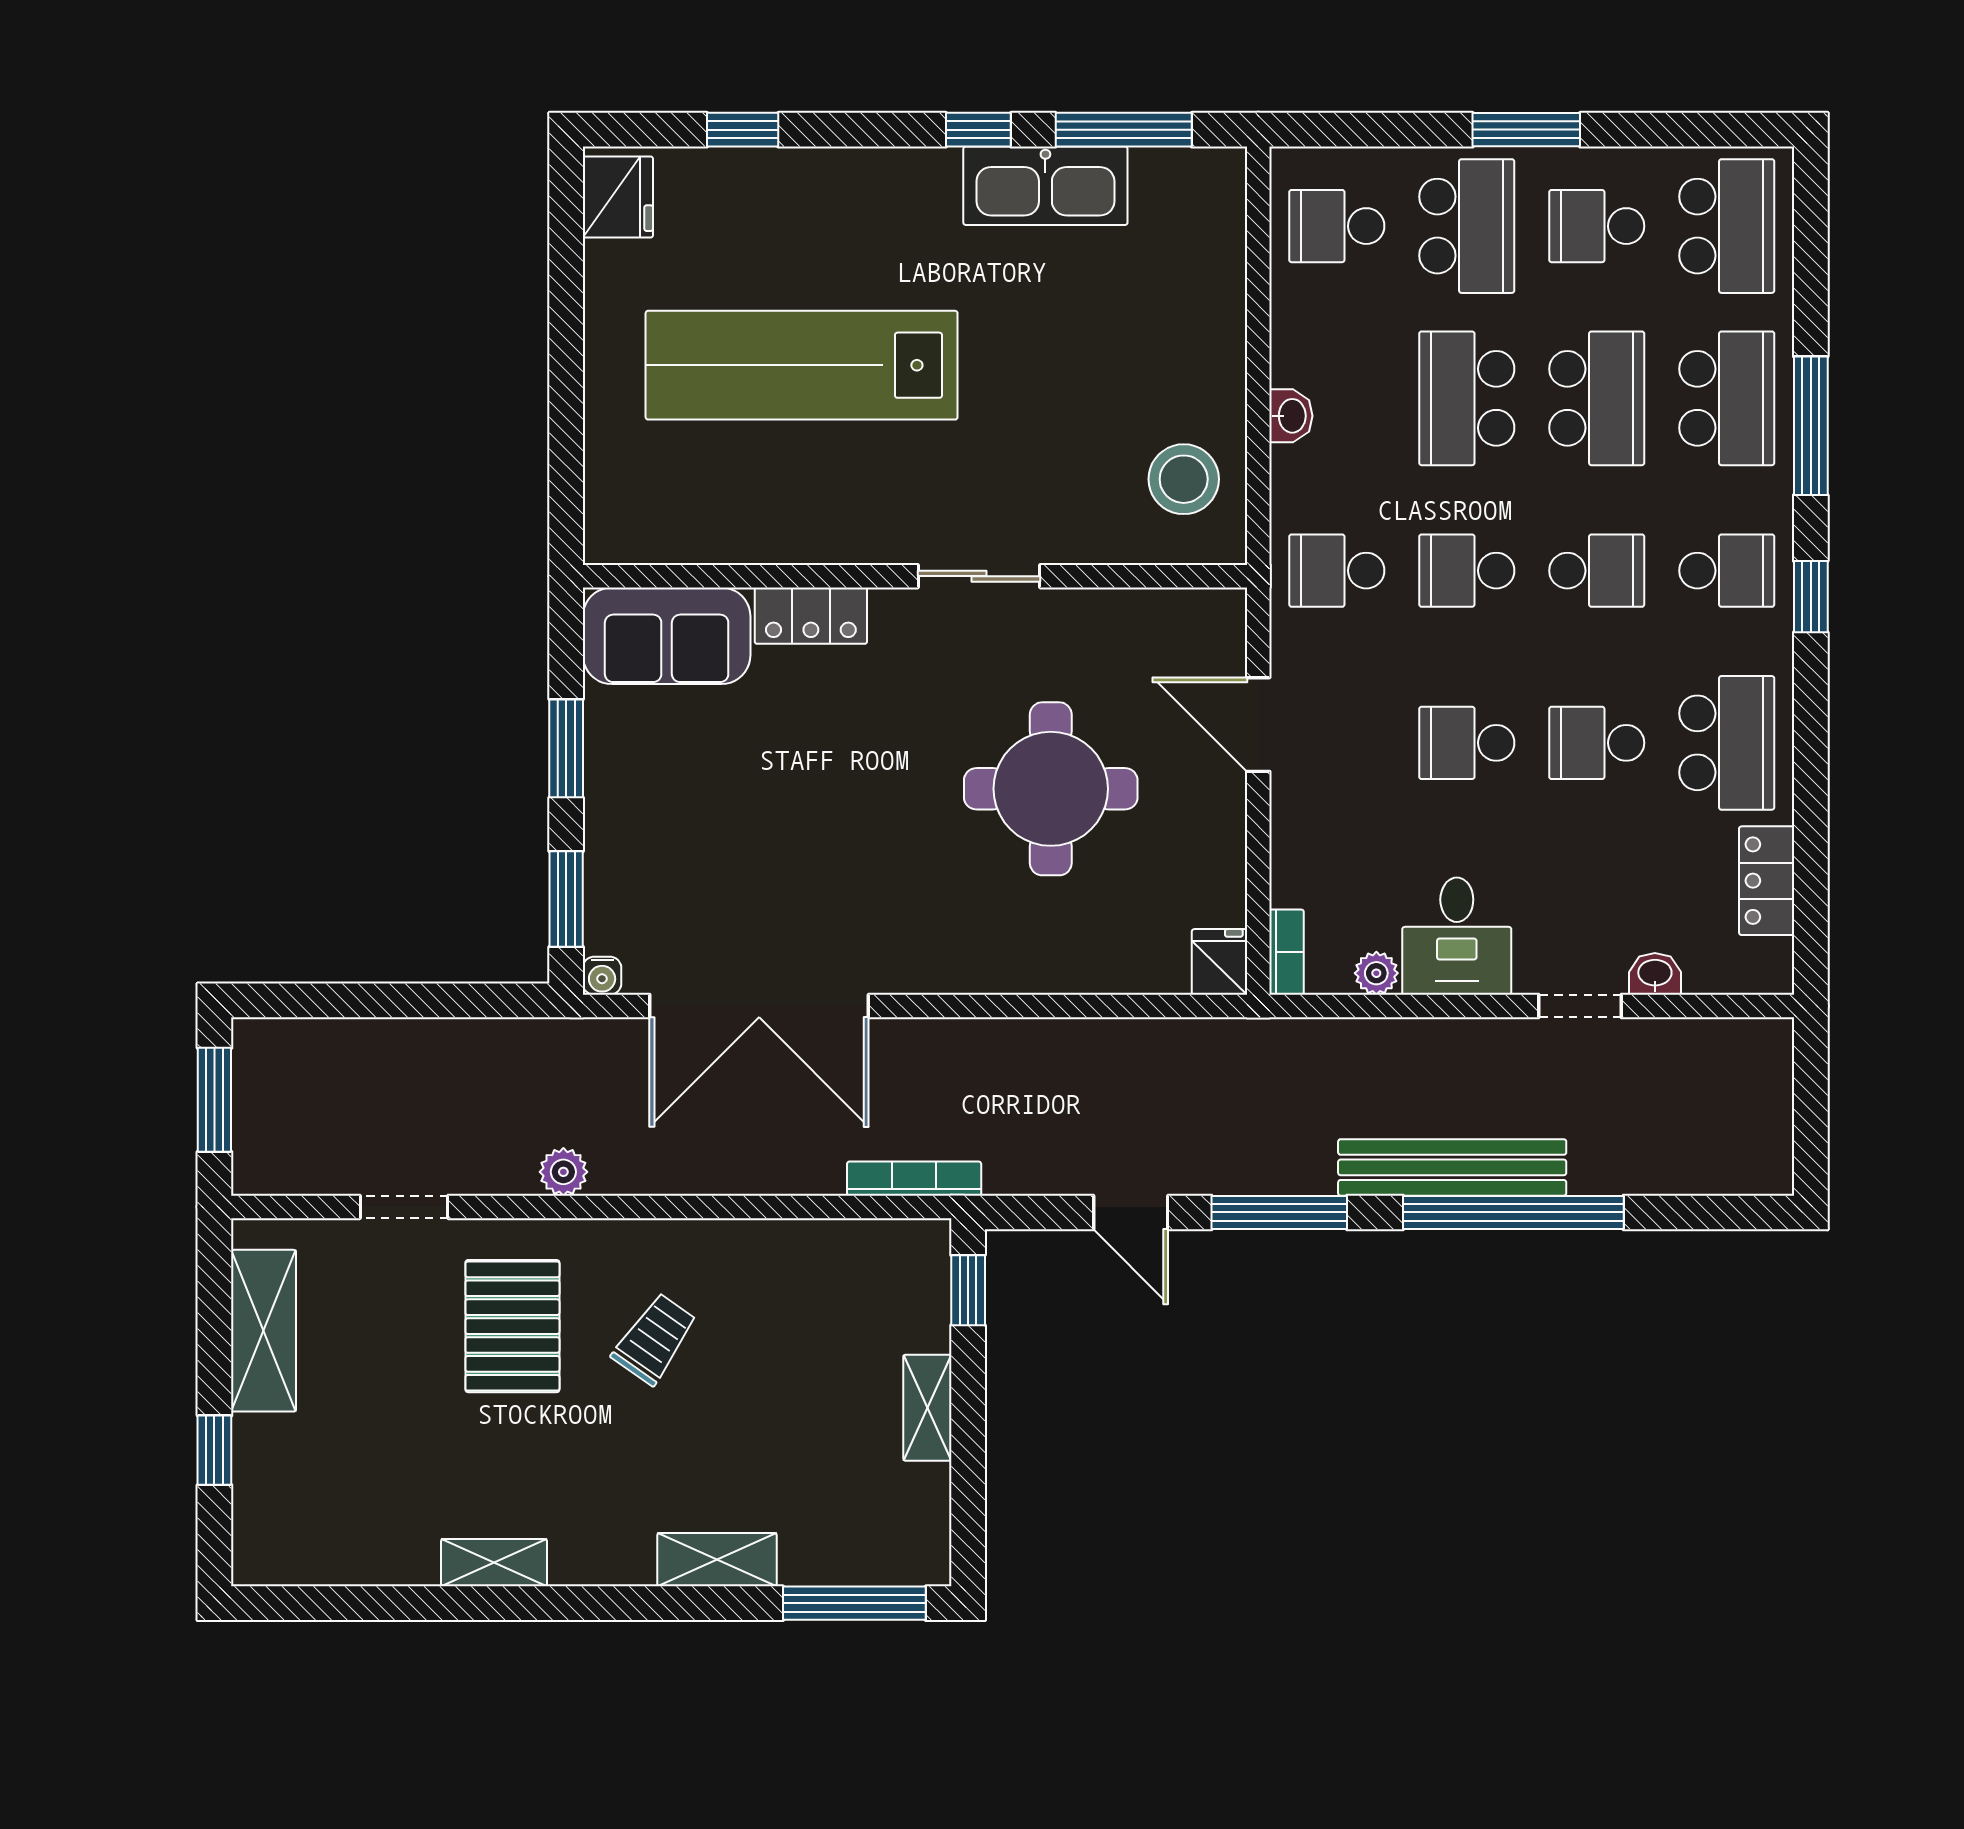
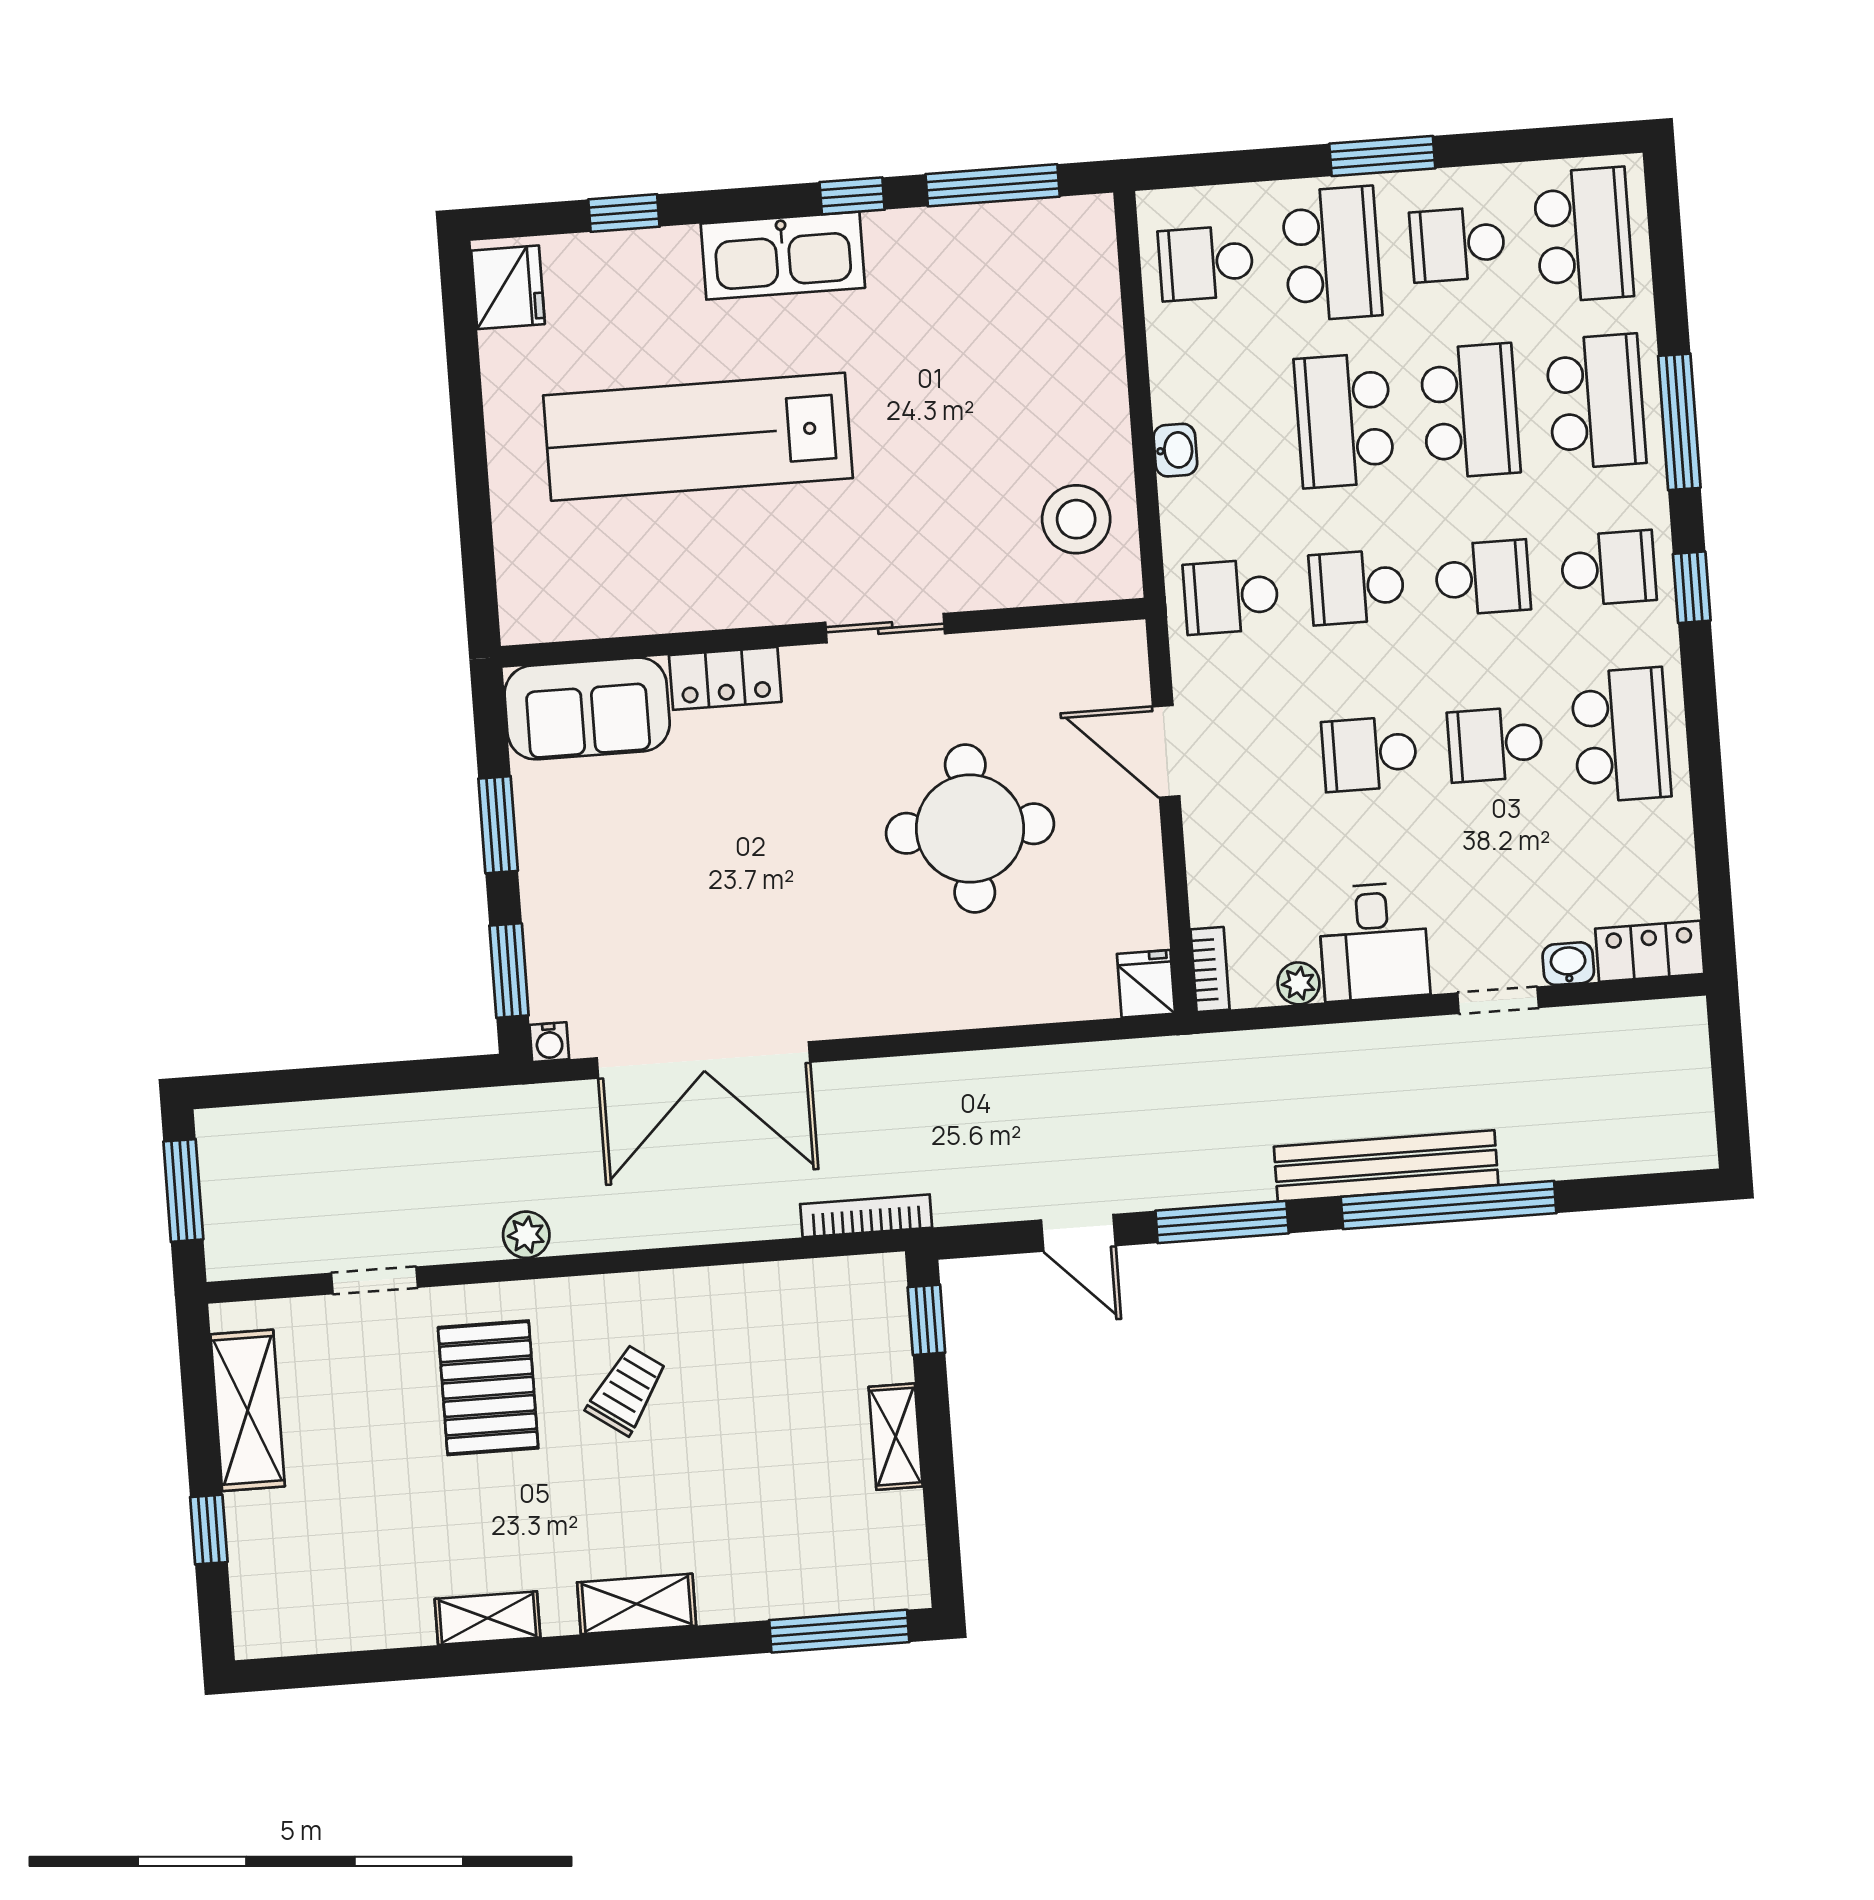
kitchen sink: (1045, 186) -> (783, 256), moved
locker: (1767, 881) -> (1650, 951), moved, turned 90
shelving: (717, 1560) -> (637, 1604), moved

